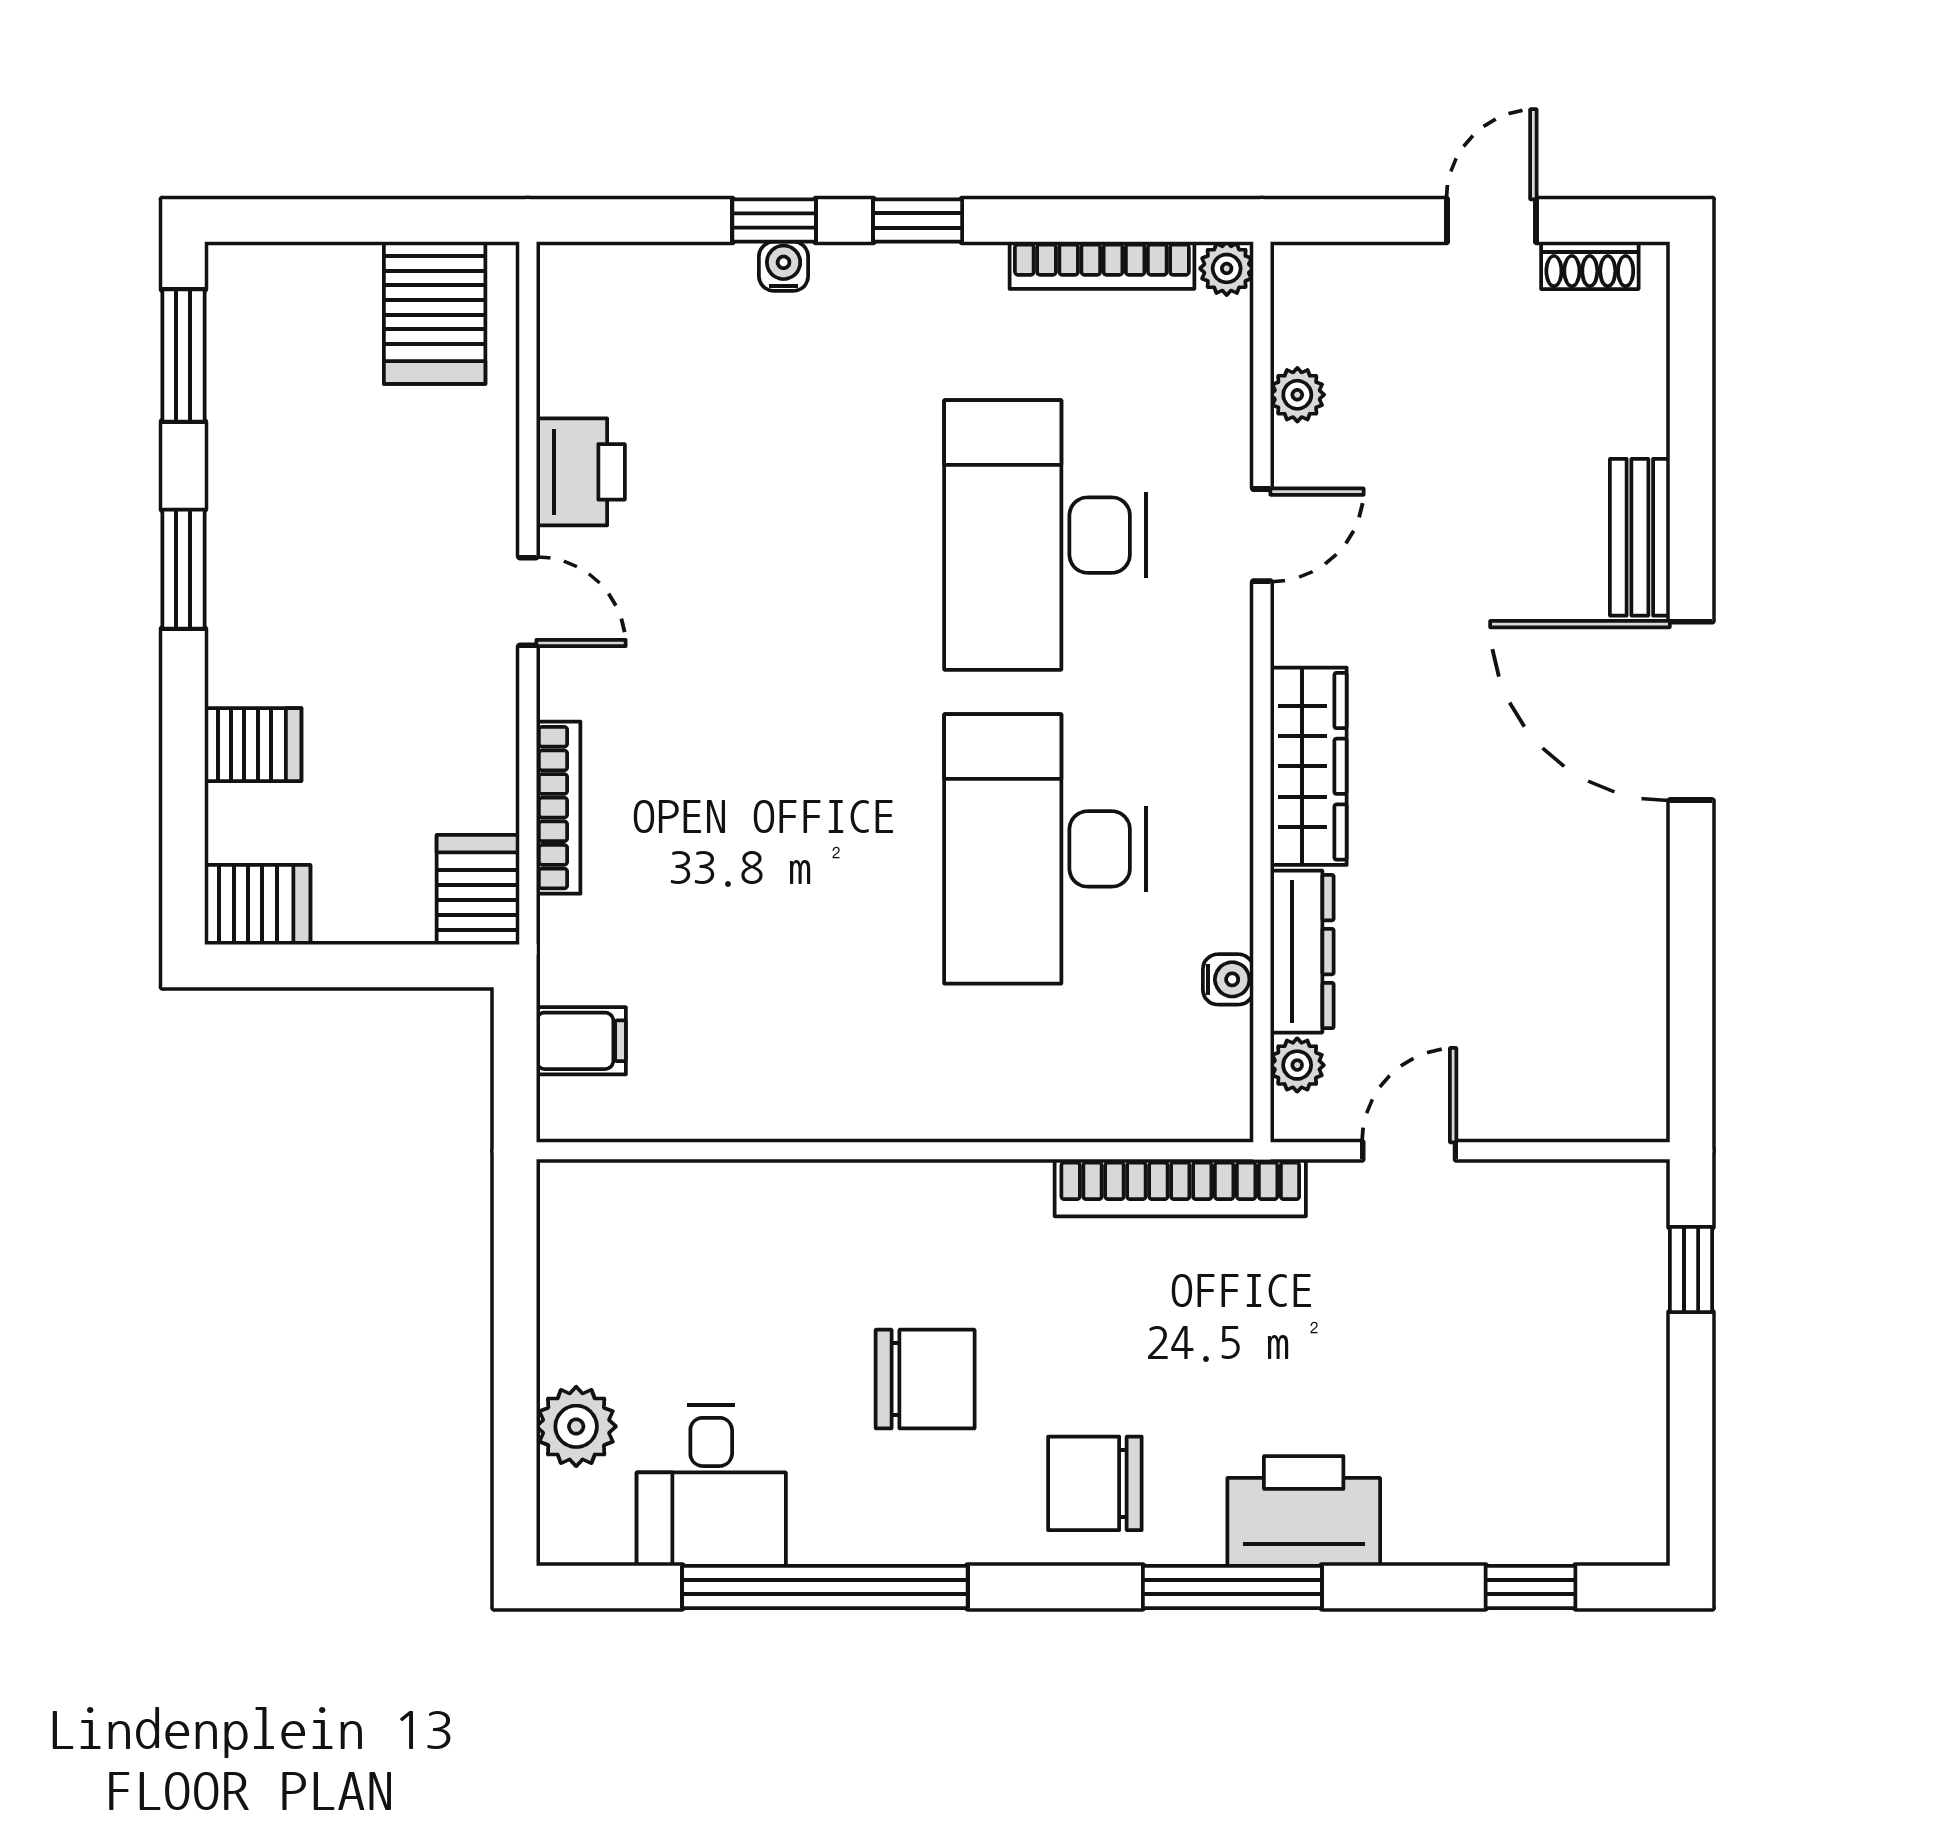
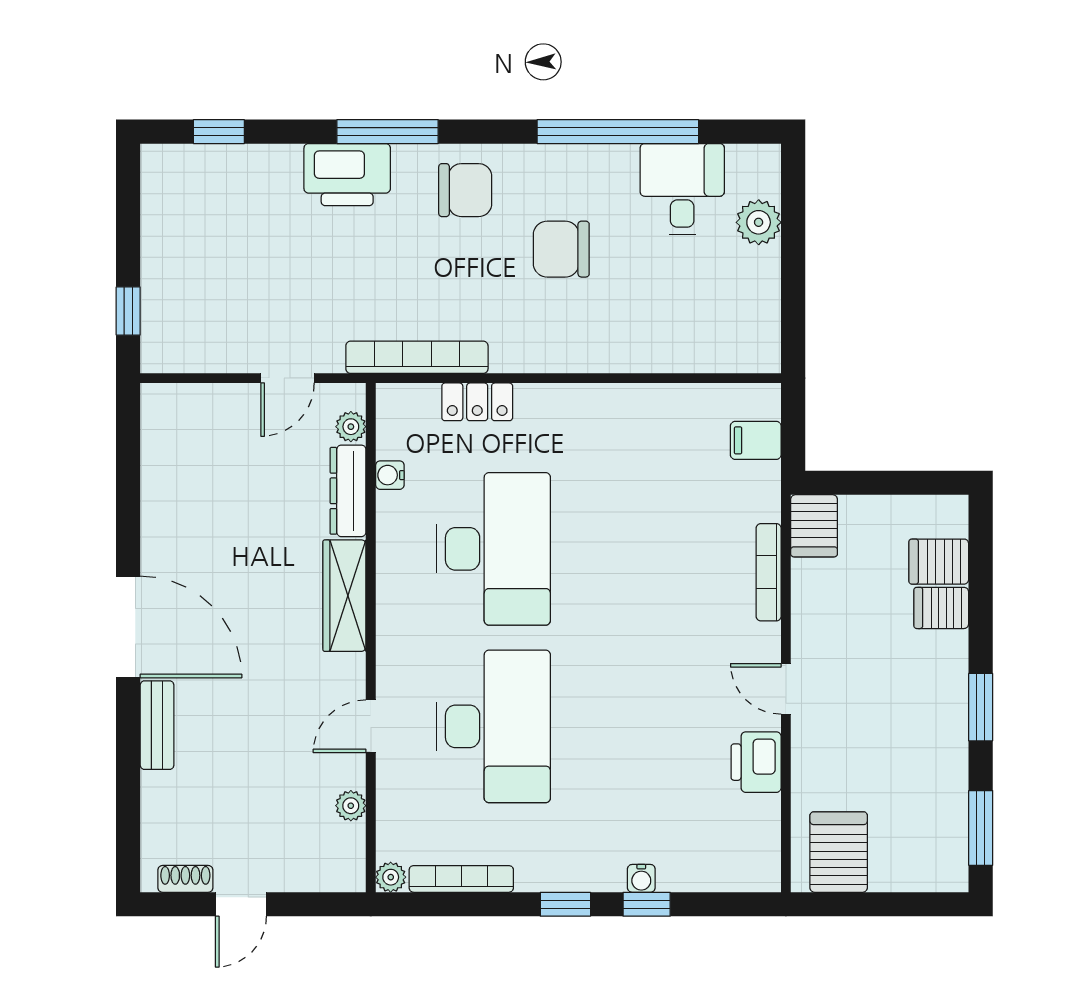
server rack: (257, 905) -> (939, 562), moved
locker: (1074, 1109) -> (477, 402), added

